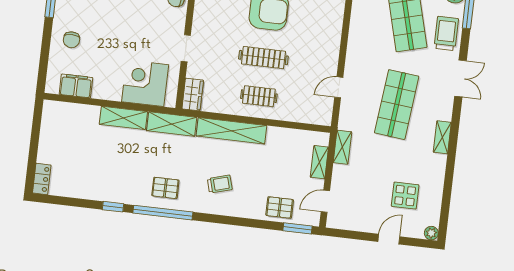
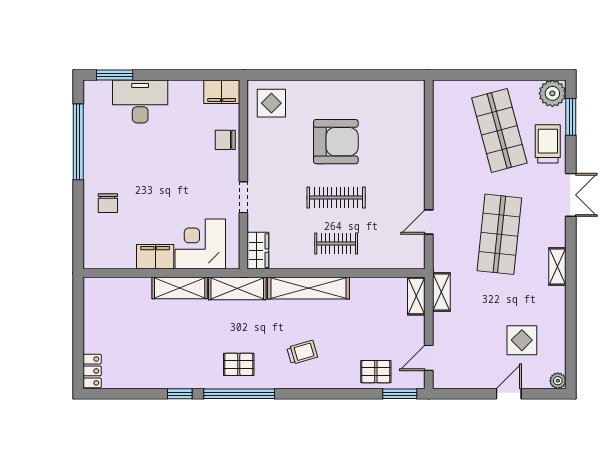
filing cabinet: (76, 86) -> (155, 257), moved
shelving: (319, 162) -> (416, 296), moved

